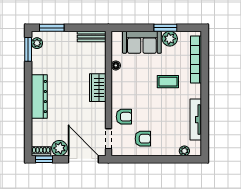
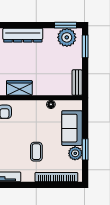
plant: (37, 43) -> (67, 37), width x1.87, depth x1.87
wardrobe: (98, 88) -> (19, 88), moved

